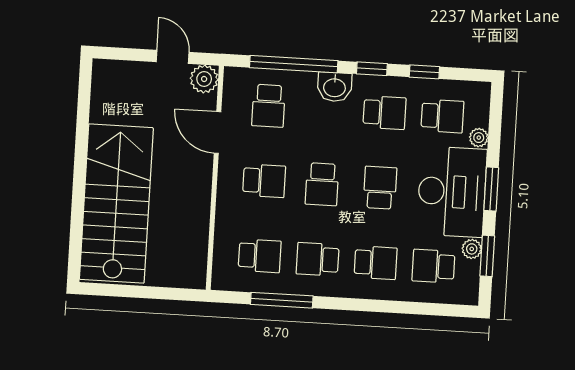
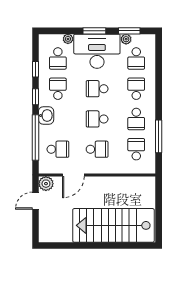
school desk: (442, 116) -> (58, 58), turned 180
school desk: (264, 181) -> (97, 149), turned 90
school desk: (322, 184) -> (97, 119), turned 180

